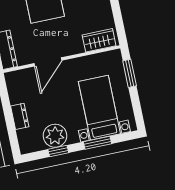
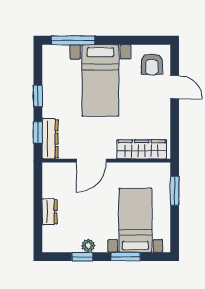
wardrobe: (99, 40) -> (142, 149), width x1.50
plant: (55, 136) -> (88, 246), width x0.53, depth x0.53

